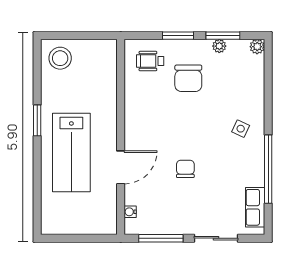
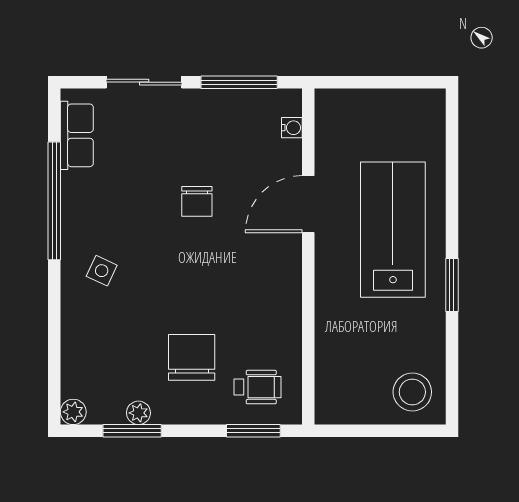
window: (178, 36) -> (253, 431), moved

